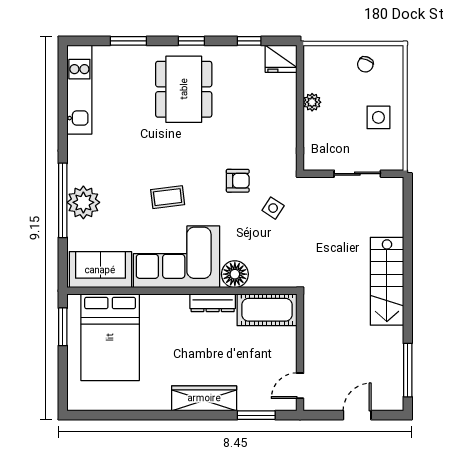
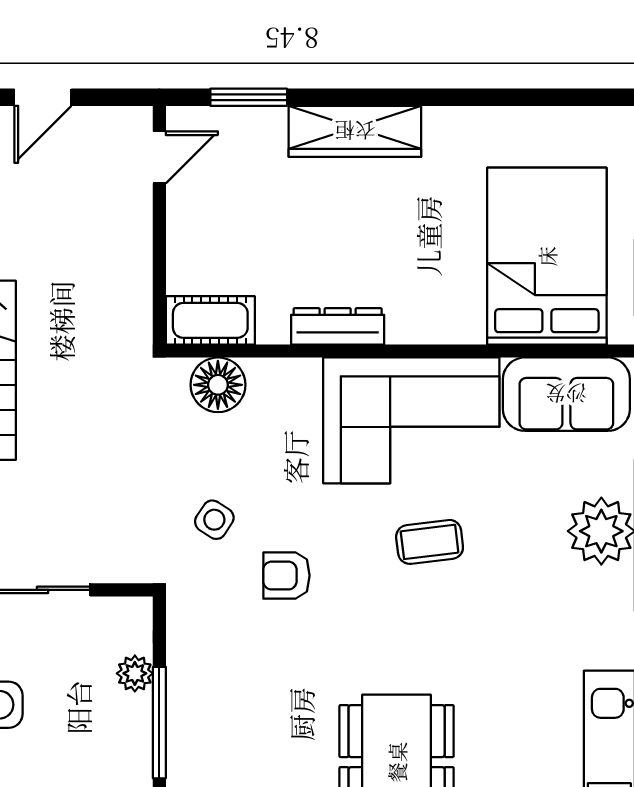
plant: (312, 102) -> (135, 673), moved
window: (300, 109) -> (159, 723), added
floor lamp: (235, 274) -> (218, 385), moved
cot: (267, 310) -> (210, 320), width x0.73, depth x0.75

